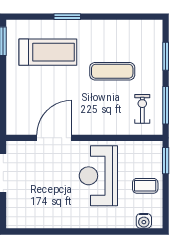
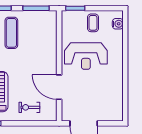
exercise mat: (112, 71) -> (11, 33), moved
exercise bike: (142, 109) -> (29, 107), moved

